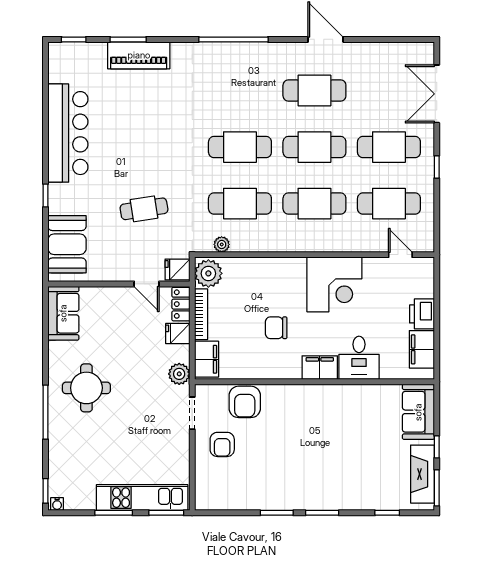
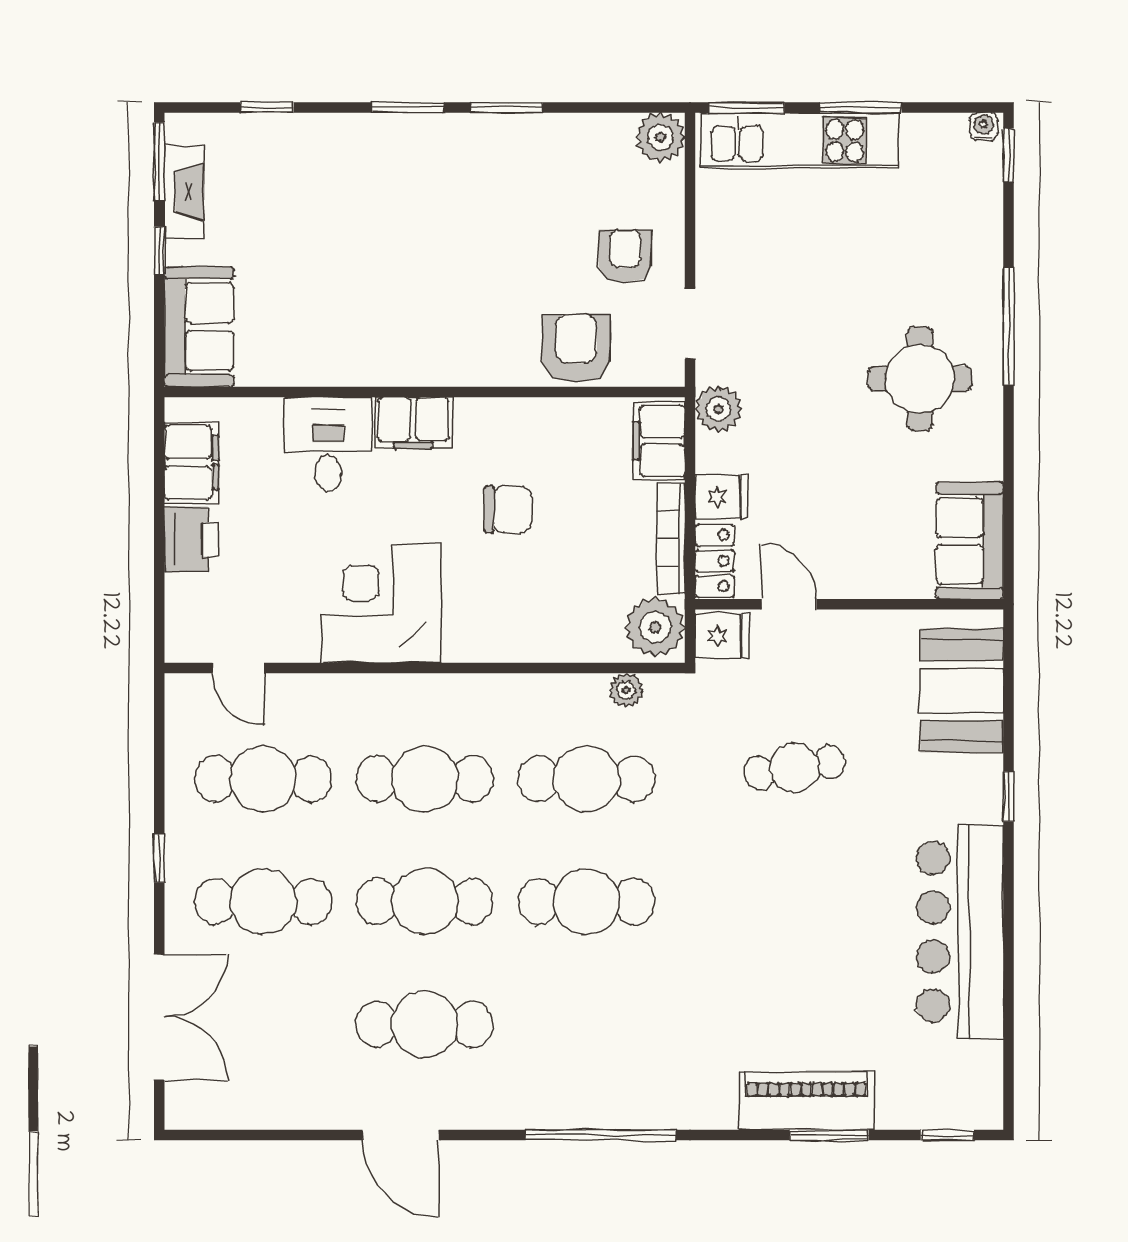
fireplace: (422, 474) -> (184, 192), width x0.73, depth x0.76
plant: (206, 499) -> (660, 137), added

